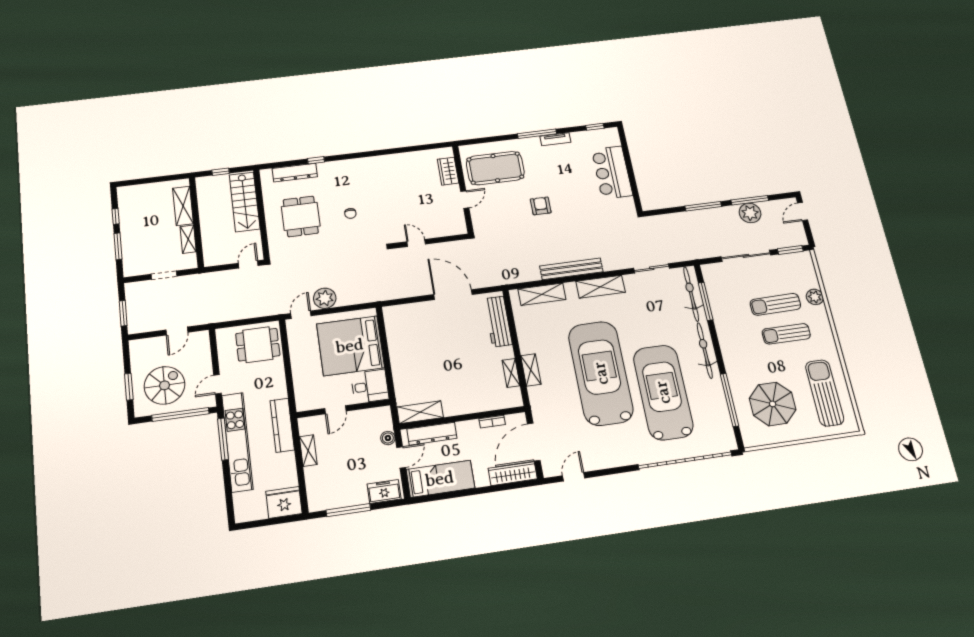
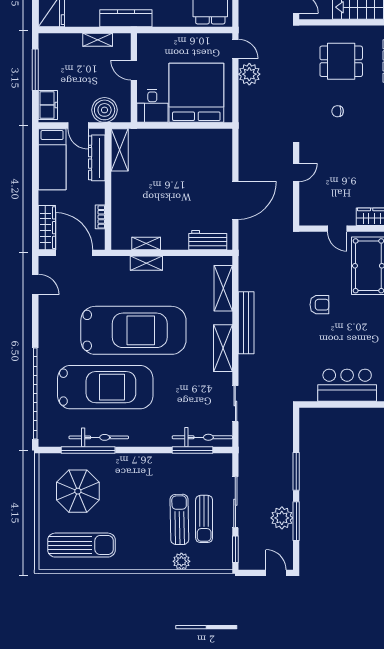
workbench: (498, 322) -> (208, 240), width x0.73
sun lounger: (786, 334) -> (204, 519), moved, turned 180
bicycle: (705, 350) -> (99, 437), moved
boiler: (388, 438) -> (105, 110), width x1.86, depth x1.86

